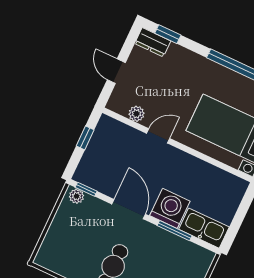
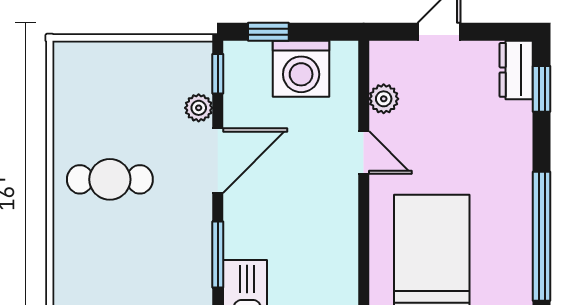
window: (85, 138) -> (268, 32), moved
plant: (77, 196) -> (199, 108), moved
washing machine: (170, 208) -> (301, 69), moved, turned 90

